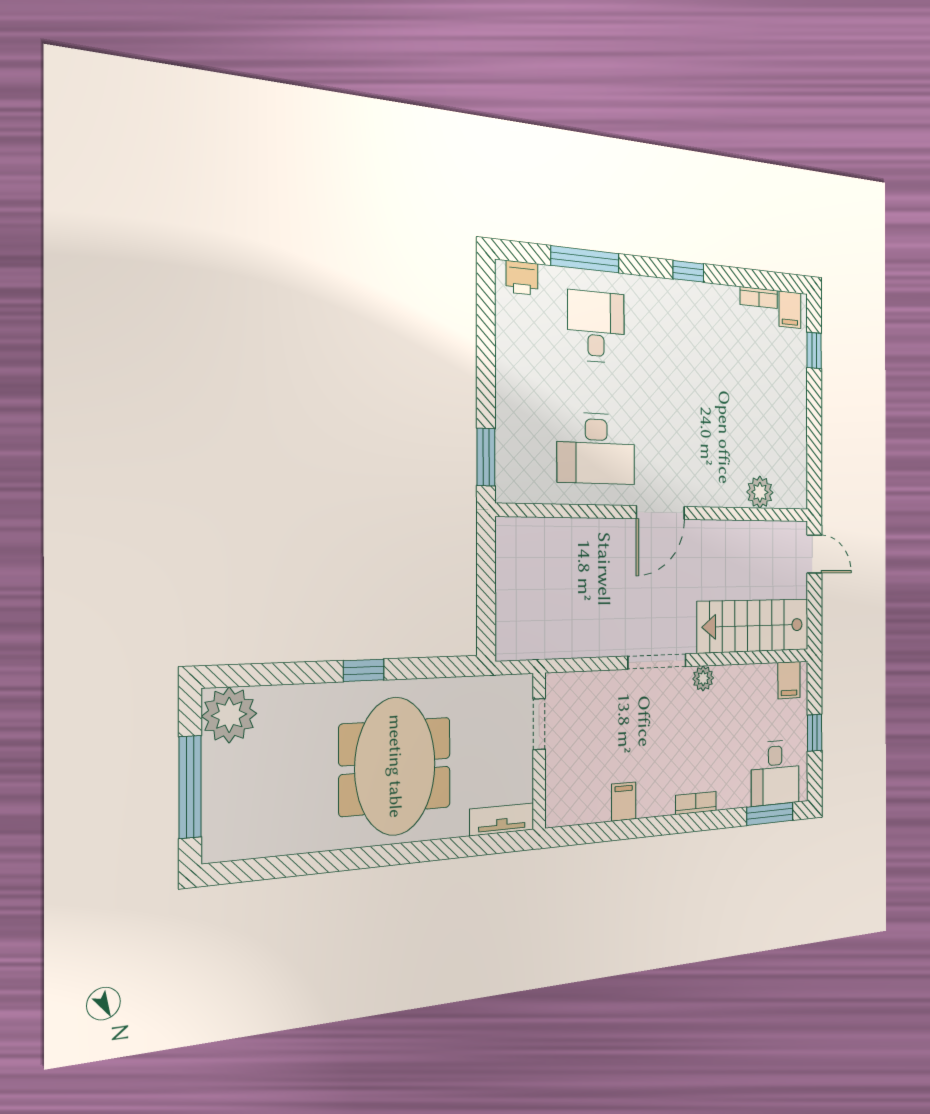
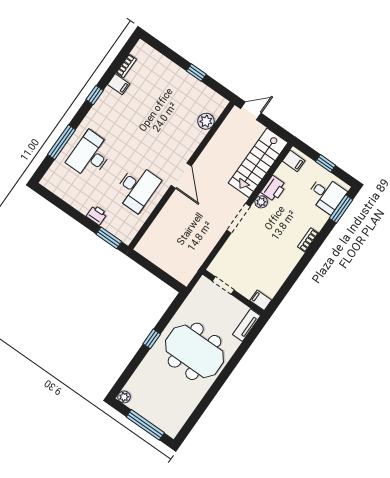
printer: (522, 278) -> (97, 215), moved, turned -90
filing cabinet: (790, 310) -> (119, 84), moved
desk: (596, 327) -> (90, 155), width x1.37
window: (814, 350) -> (196, 73), moved
printer: (733, 682) -> (274, 189), added
plant: (229, 715) -> (124, 397), width x0.53, depth x0.53
filing cabinet: (624, 802) -> (261, 300), moved

